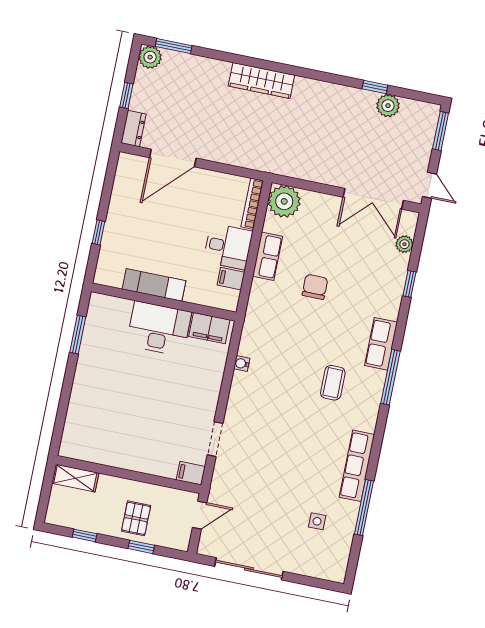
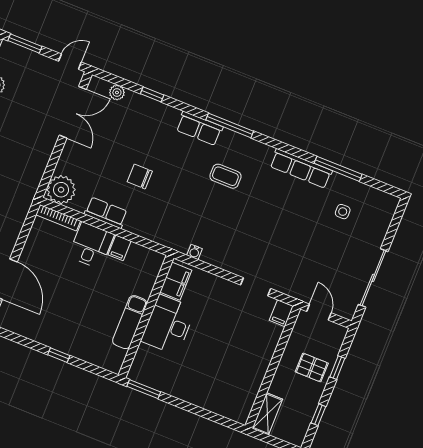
exam couch: (154, 285) -> (130, 322), moved
wall: (164, 302) -> (146, 316), moved
filing cabinet: (209, 328) -> (176, 281), moved
desk: (159, 329) -> (168, 325), moved

